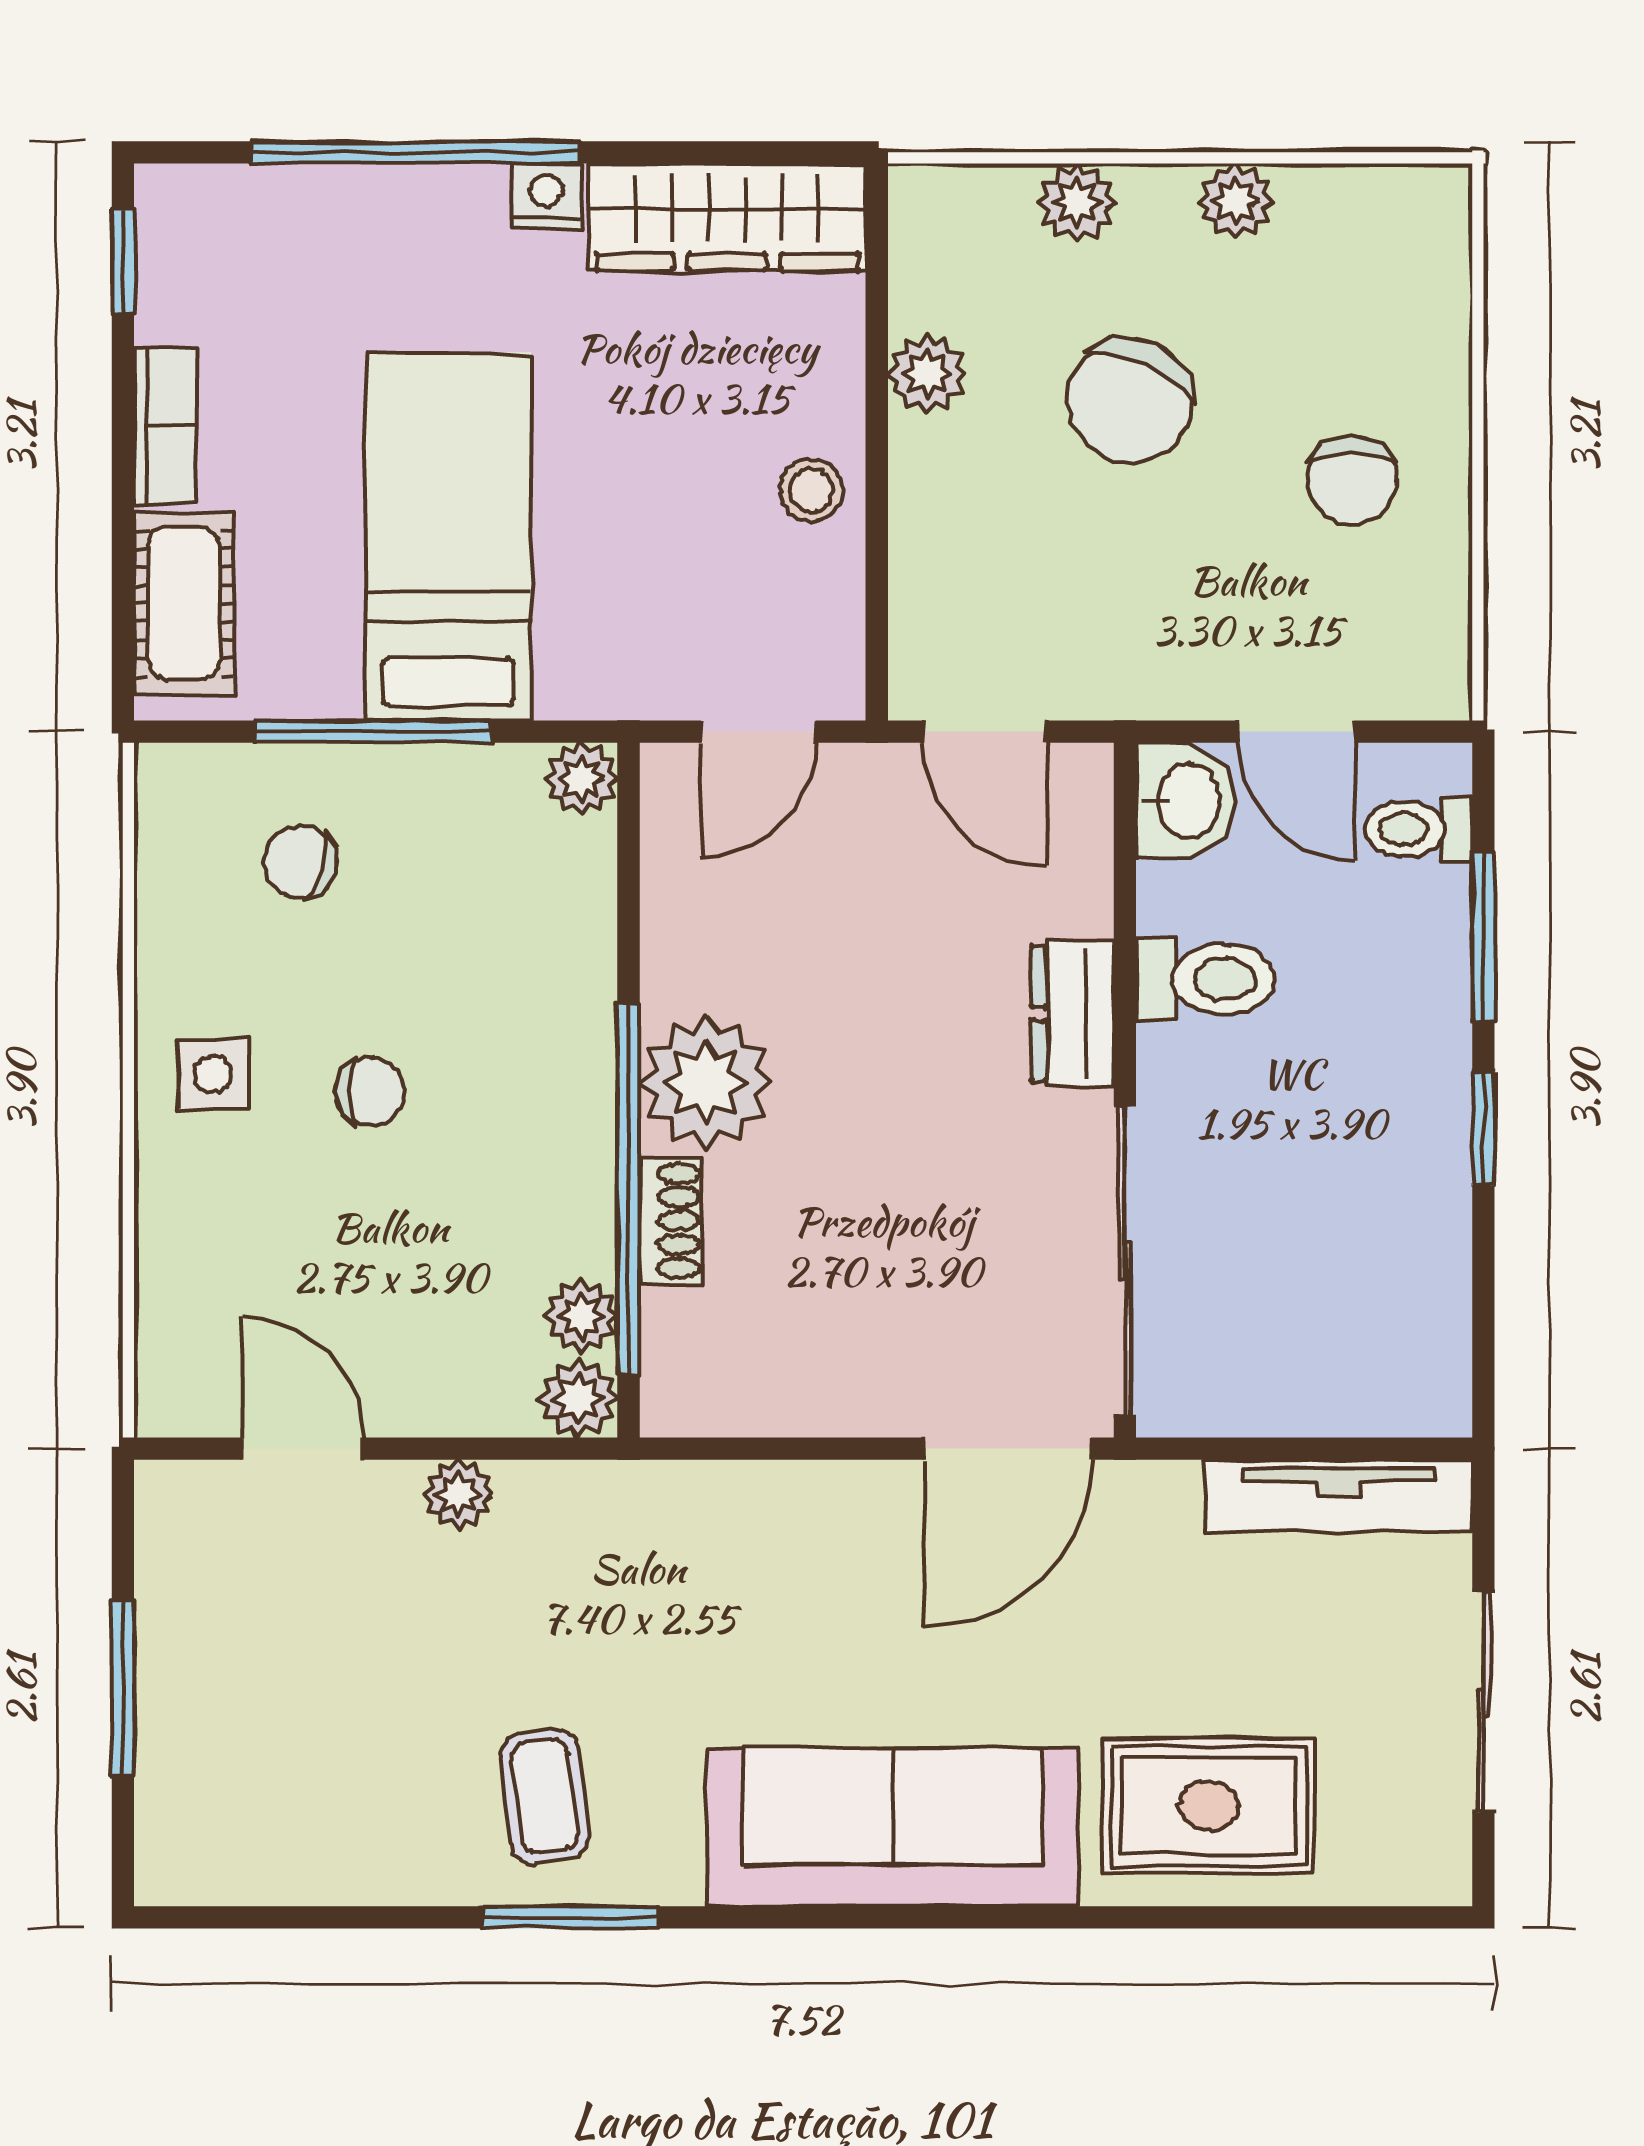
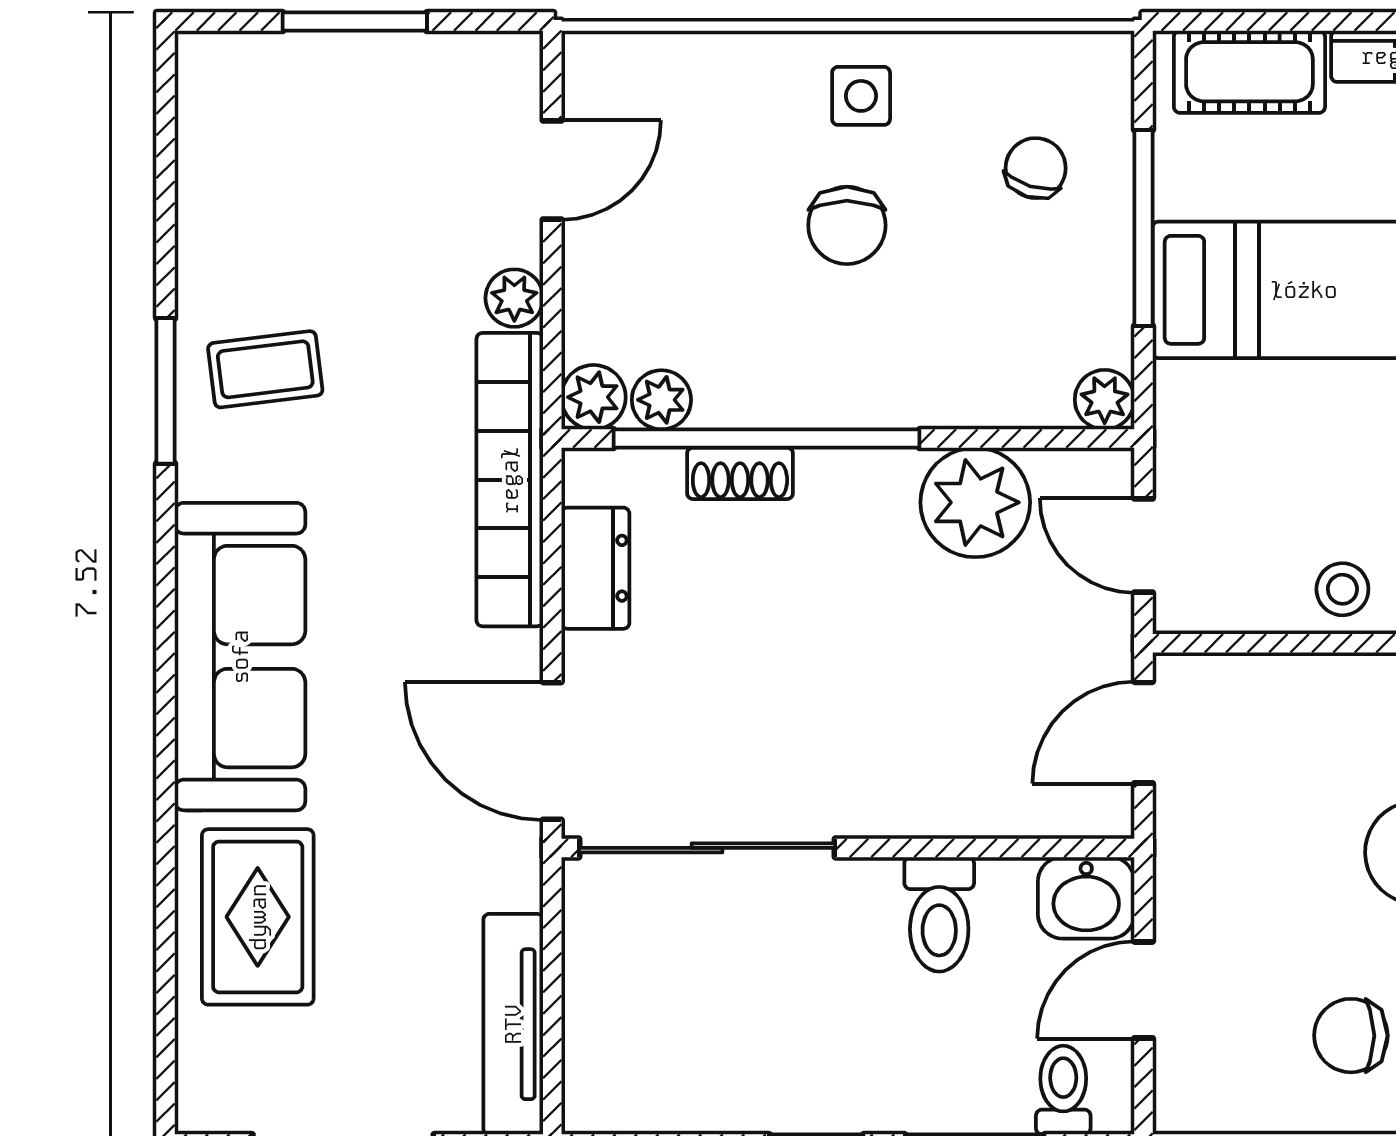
dresser: (1073, 1013) -> (595, 568), moved, turned 90
plant: (706, 1083) -> (975, 502), moved
chair: (370, 1091) -> (847, 225), width x1.37, depth x1.37
bookcase: (678, 1500) -> (510, 480), added

